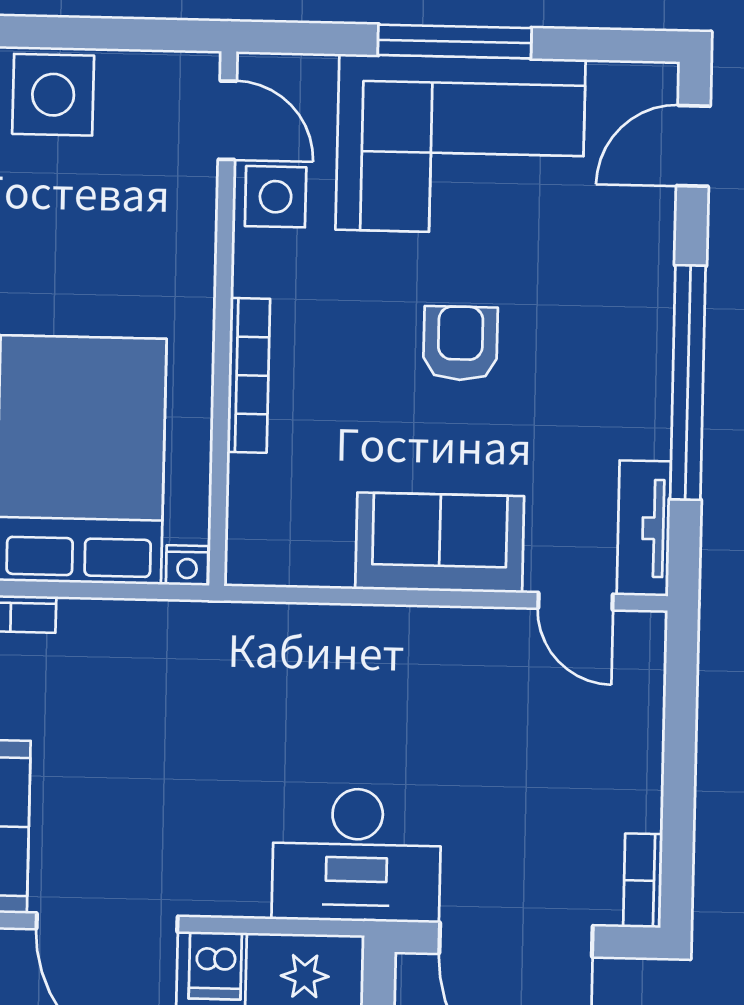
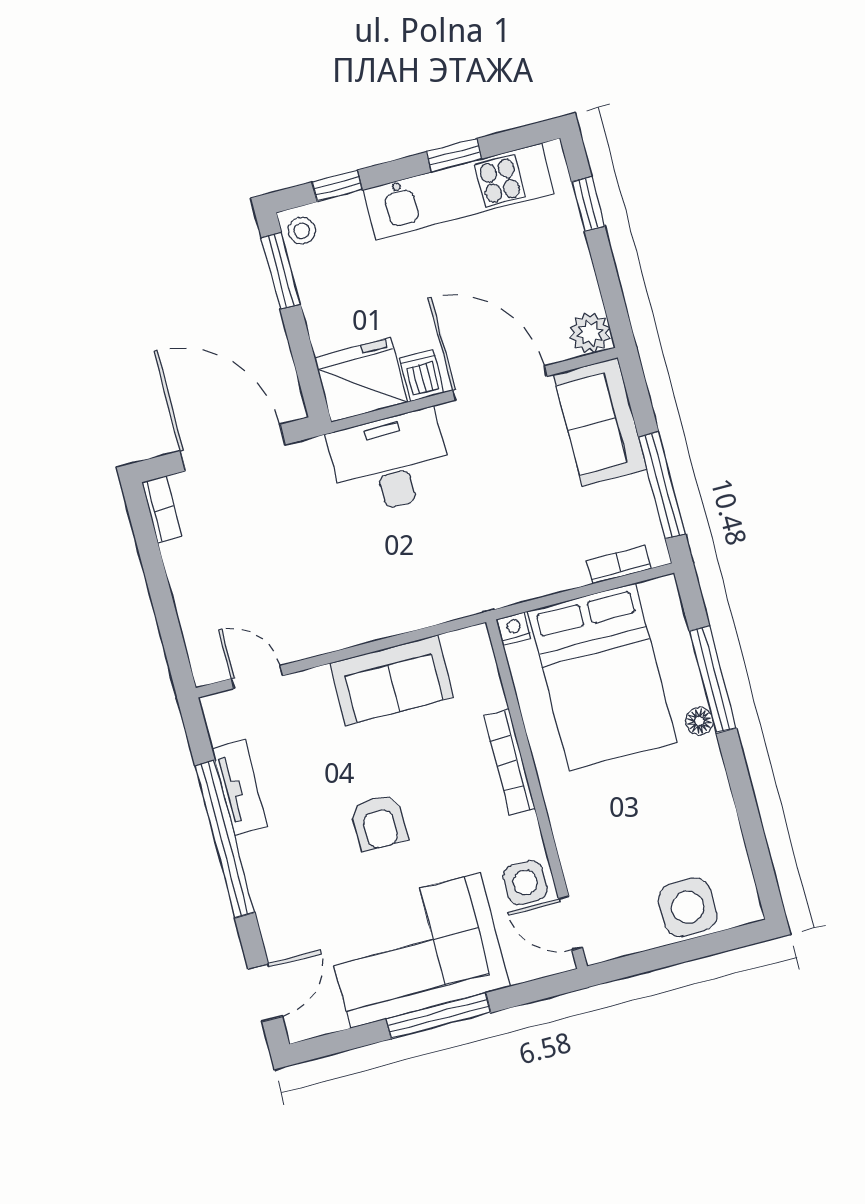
tv unit: (644, 528) -> (240, 787), moved
sofa: (440, 543) -> (392, 680), moved
desk: (357, 855) -> (390, 463), moved

